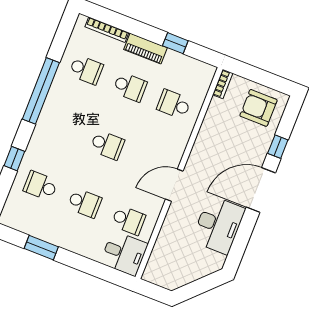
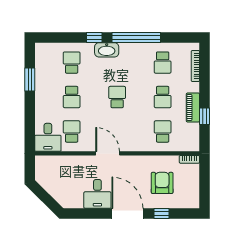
piano: (145, 49) -> (193, 108), moved
armchair: (259, 108) -> (162, 183), moved
washbasin: (42, 135) -> (107, 50), added
school desk: (107, 145) -> (117, 97), turned 180
window: (14, 159) -> (94, 37), moved
school desk: (128, 220) -> (72, 131), turned 180
desk: (218, 225) -> (97, 194), width x0.73

